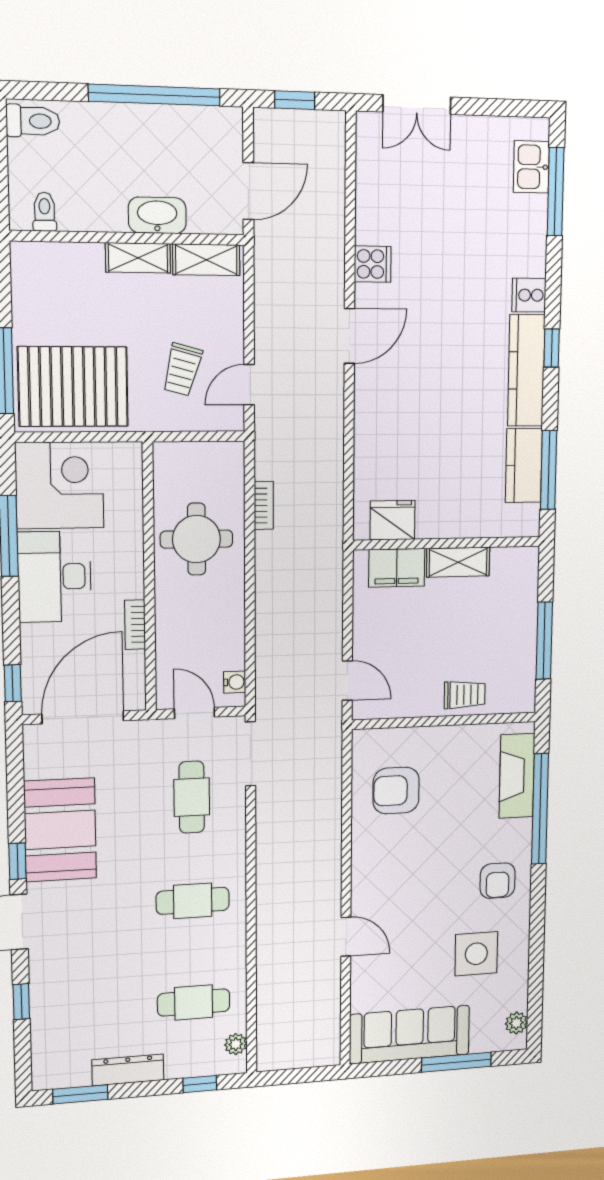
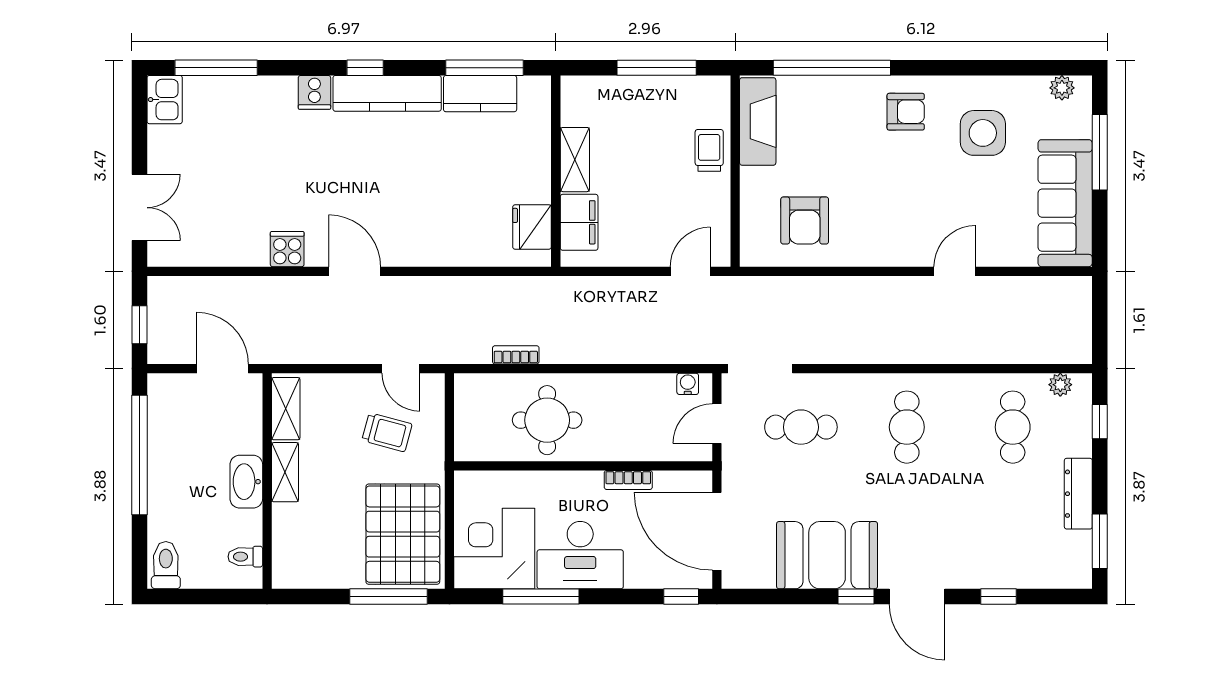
kitchen sink: (531, 167) -> (165, 100), moved, turned -90
washbasin: (157, 215) -> (246, 482), moved
fireplace: (517, 776) -> (758, 121), moved, turned -90

